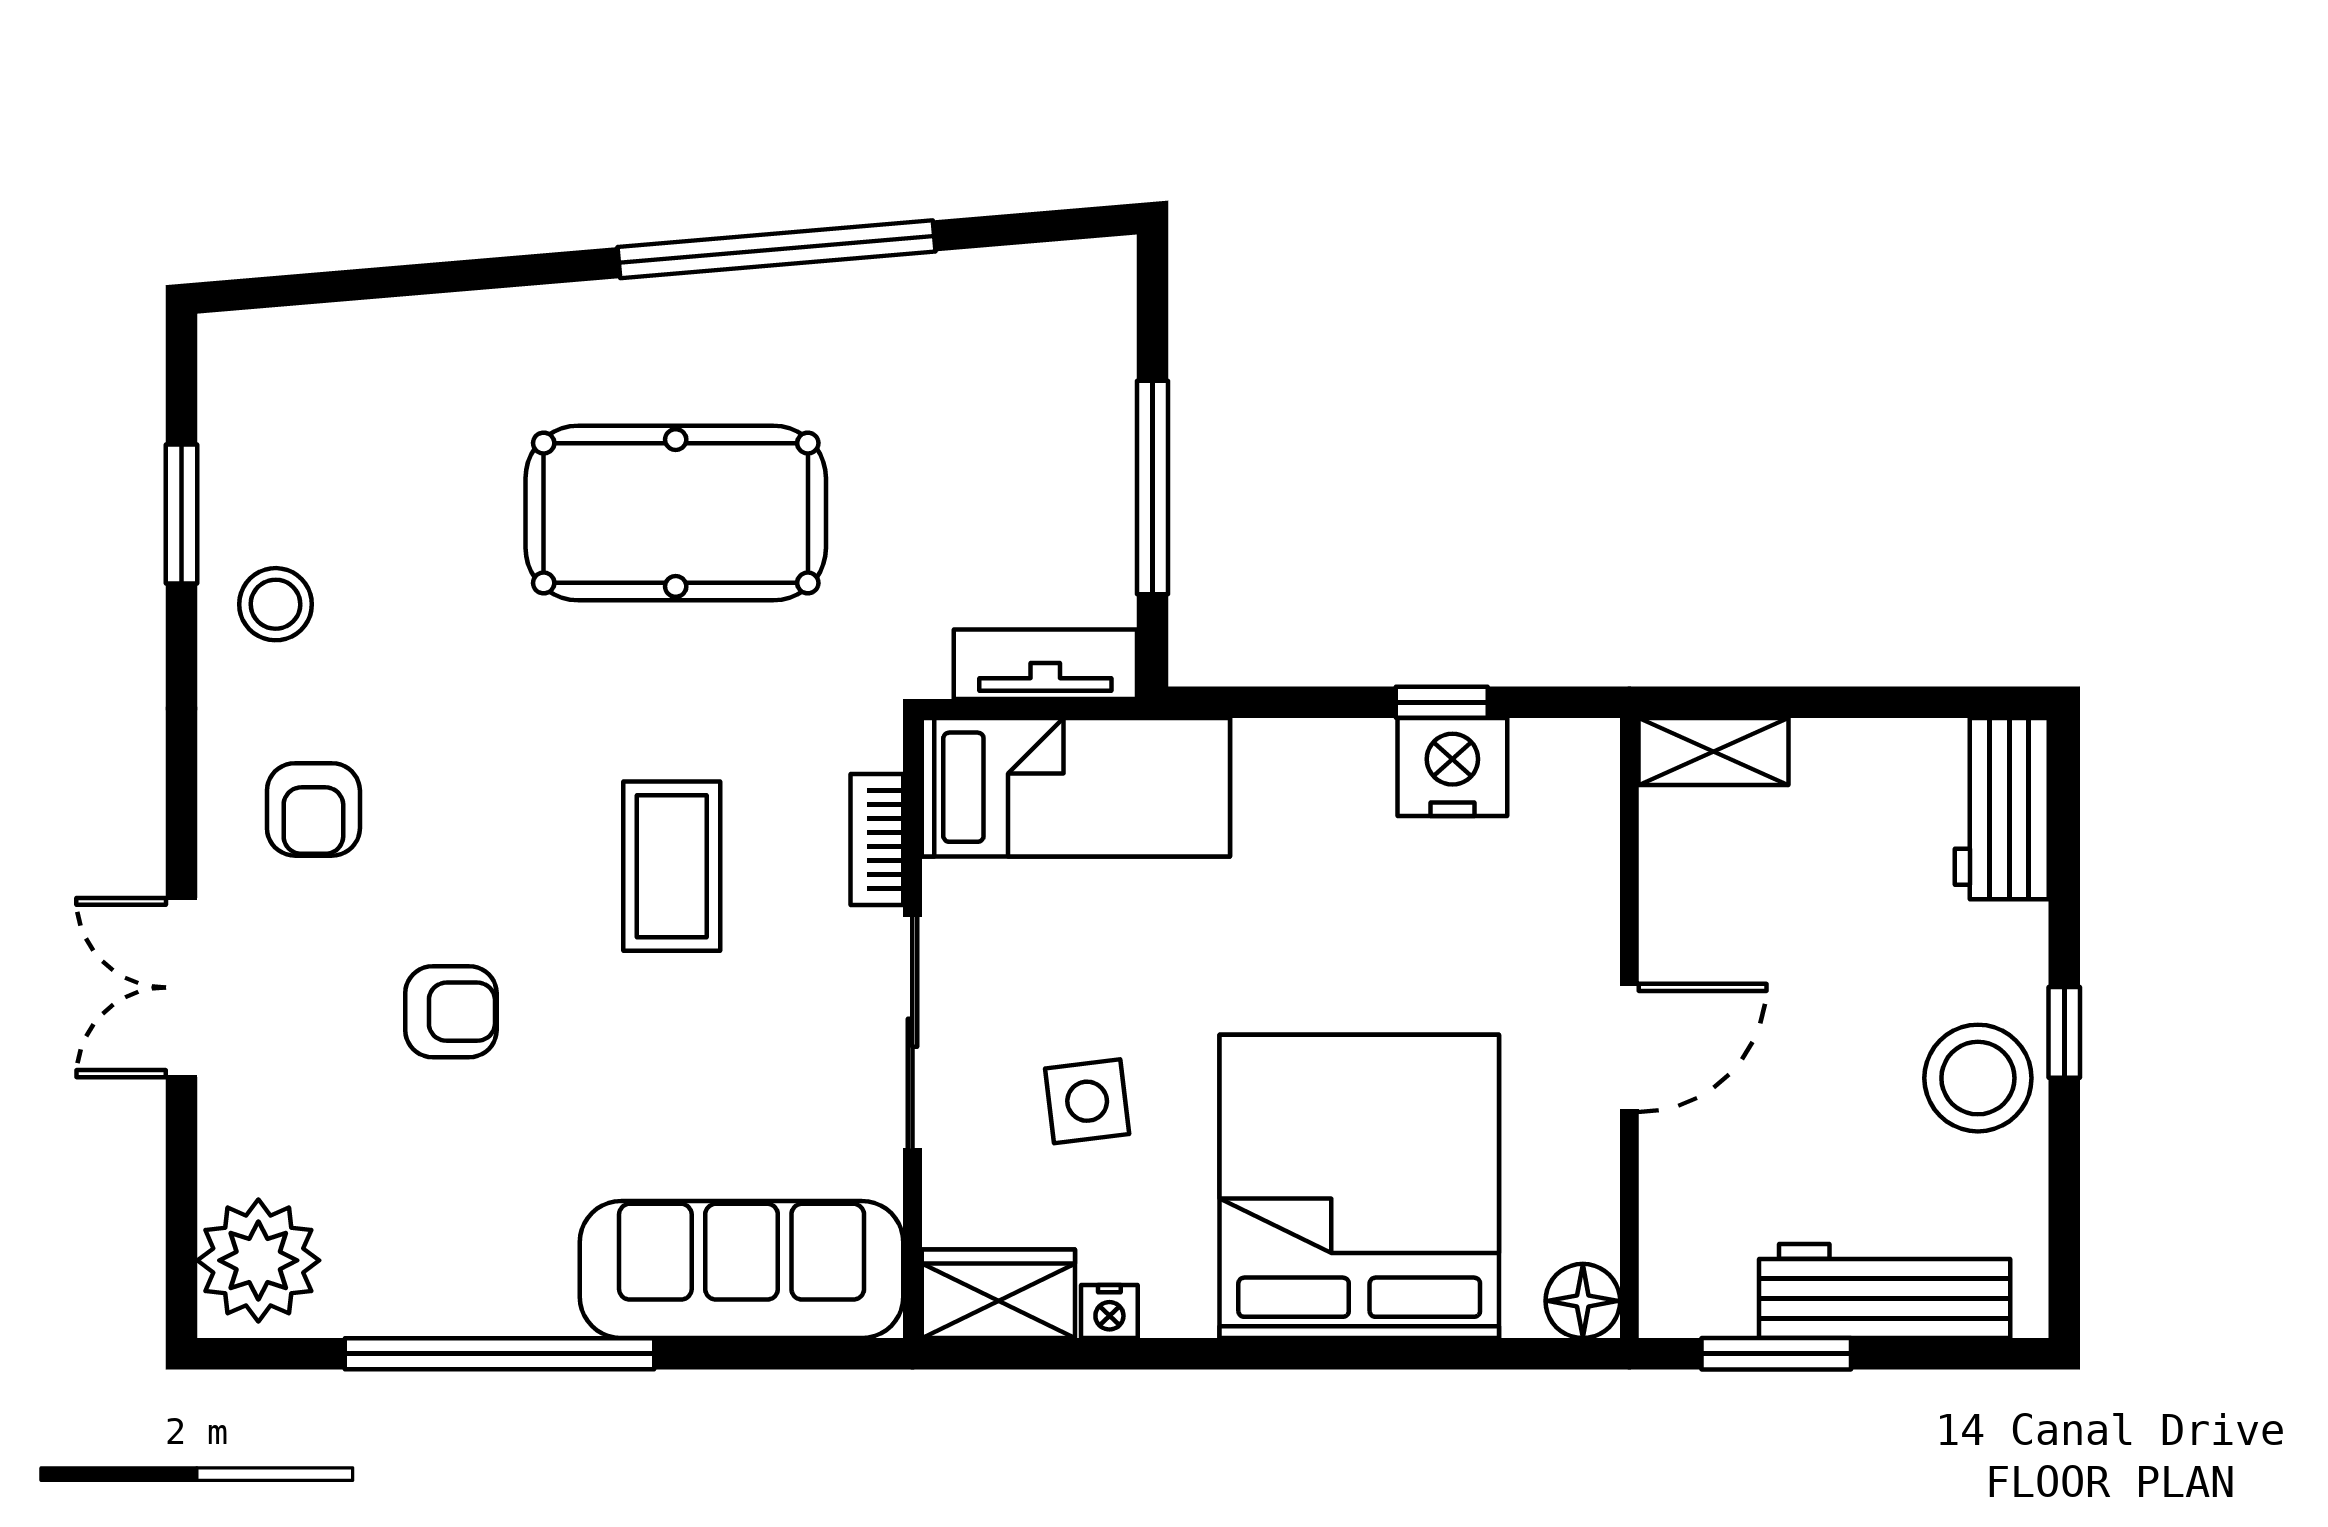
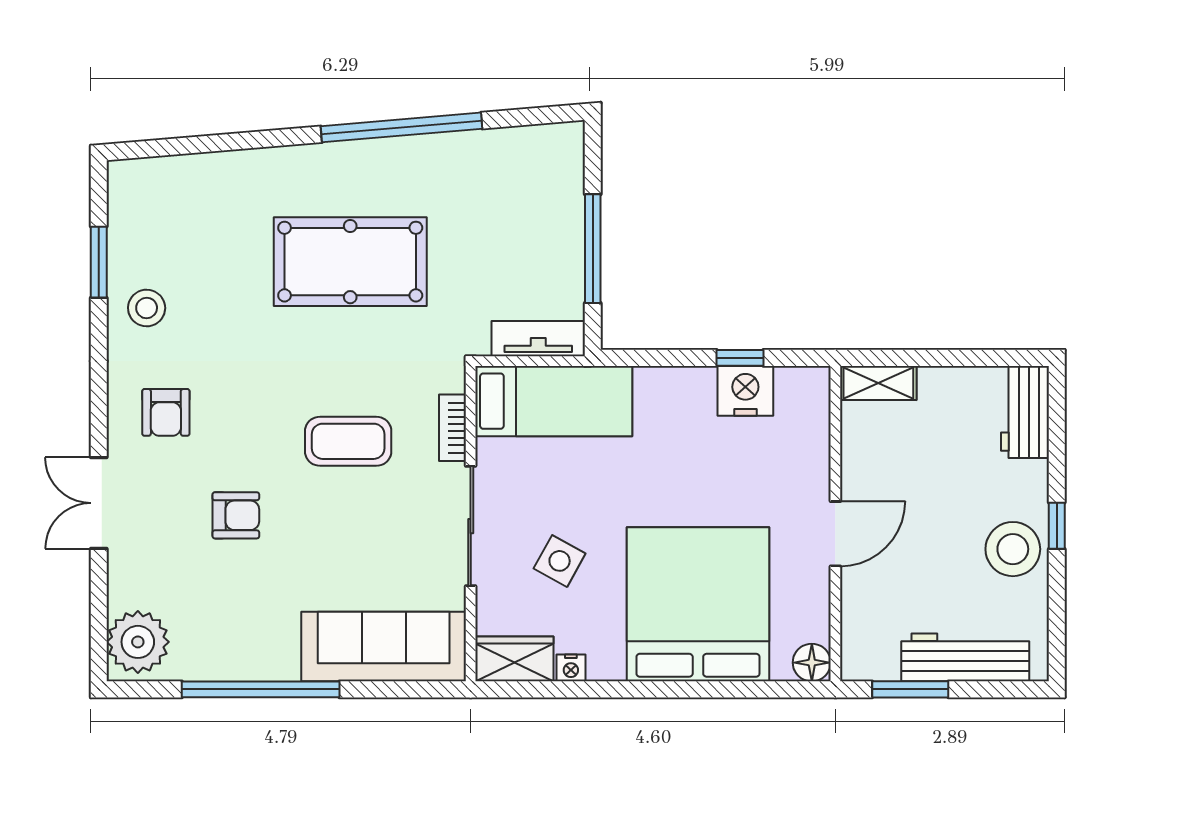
coffee table: (672, 866) -> (348, 441), turned 90
side table: (1087, 1101) -> (560, 561), turned 36

